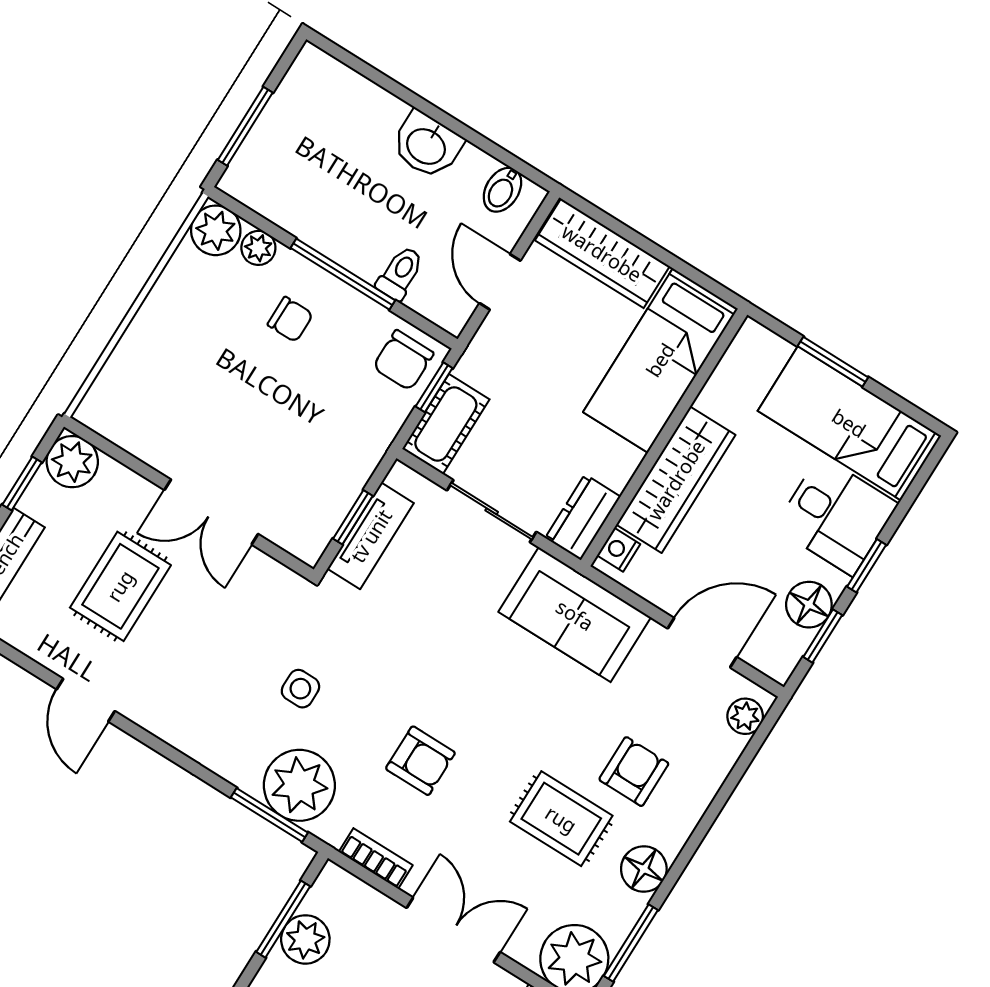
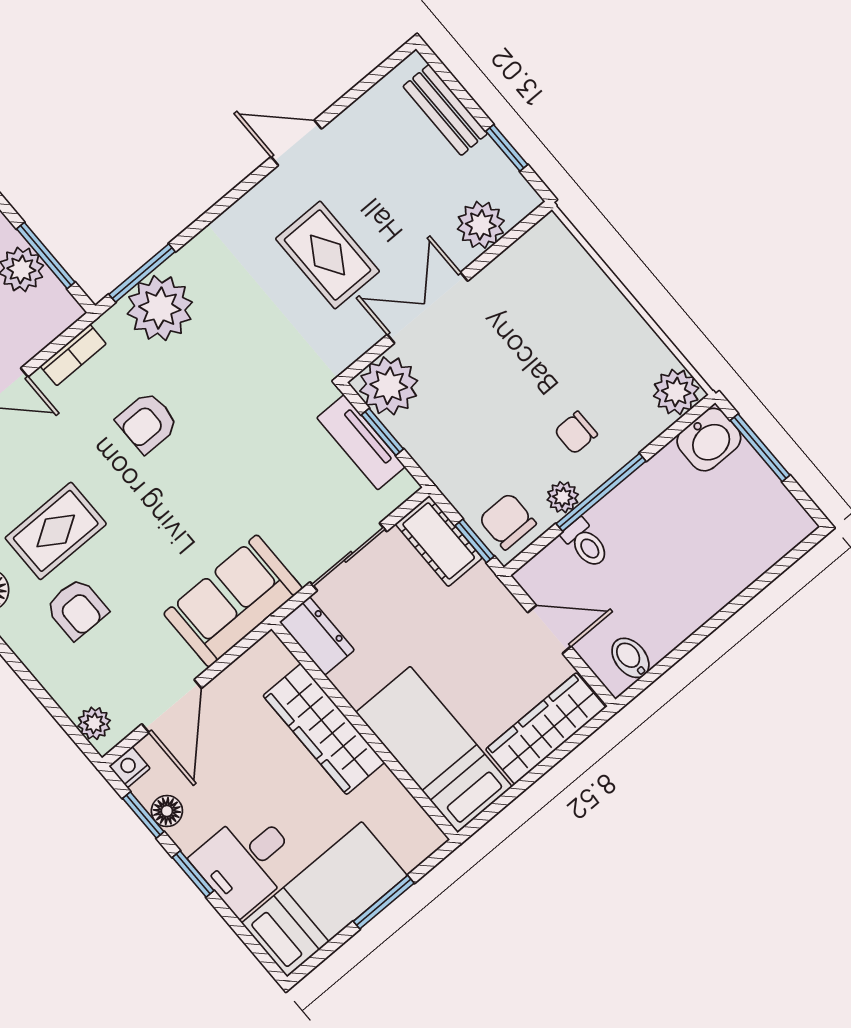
washbasin: (427, 145) -> (709, 440), moved, turned 180
plant: (258, 248) -> (563, 497), moved
plant: (72, 462) -> (481, 225), moved
plant: (304, 526) -> (389, 386), added
nightstand: (619, 550) -> (130, 767), moved, turned -90
rug: (120, 586) -> (328, 255), moved
floor lamp: (809, 605) -> (167, 811), width x0.73, depth x0.73
side table: (300, 689) -> (245, 337), removed

